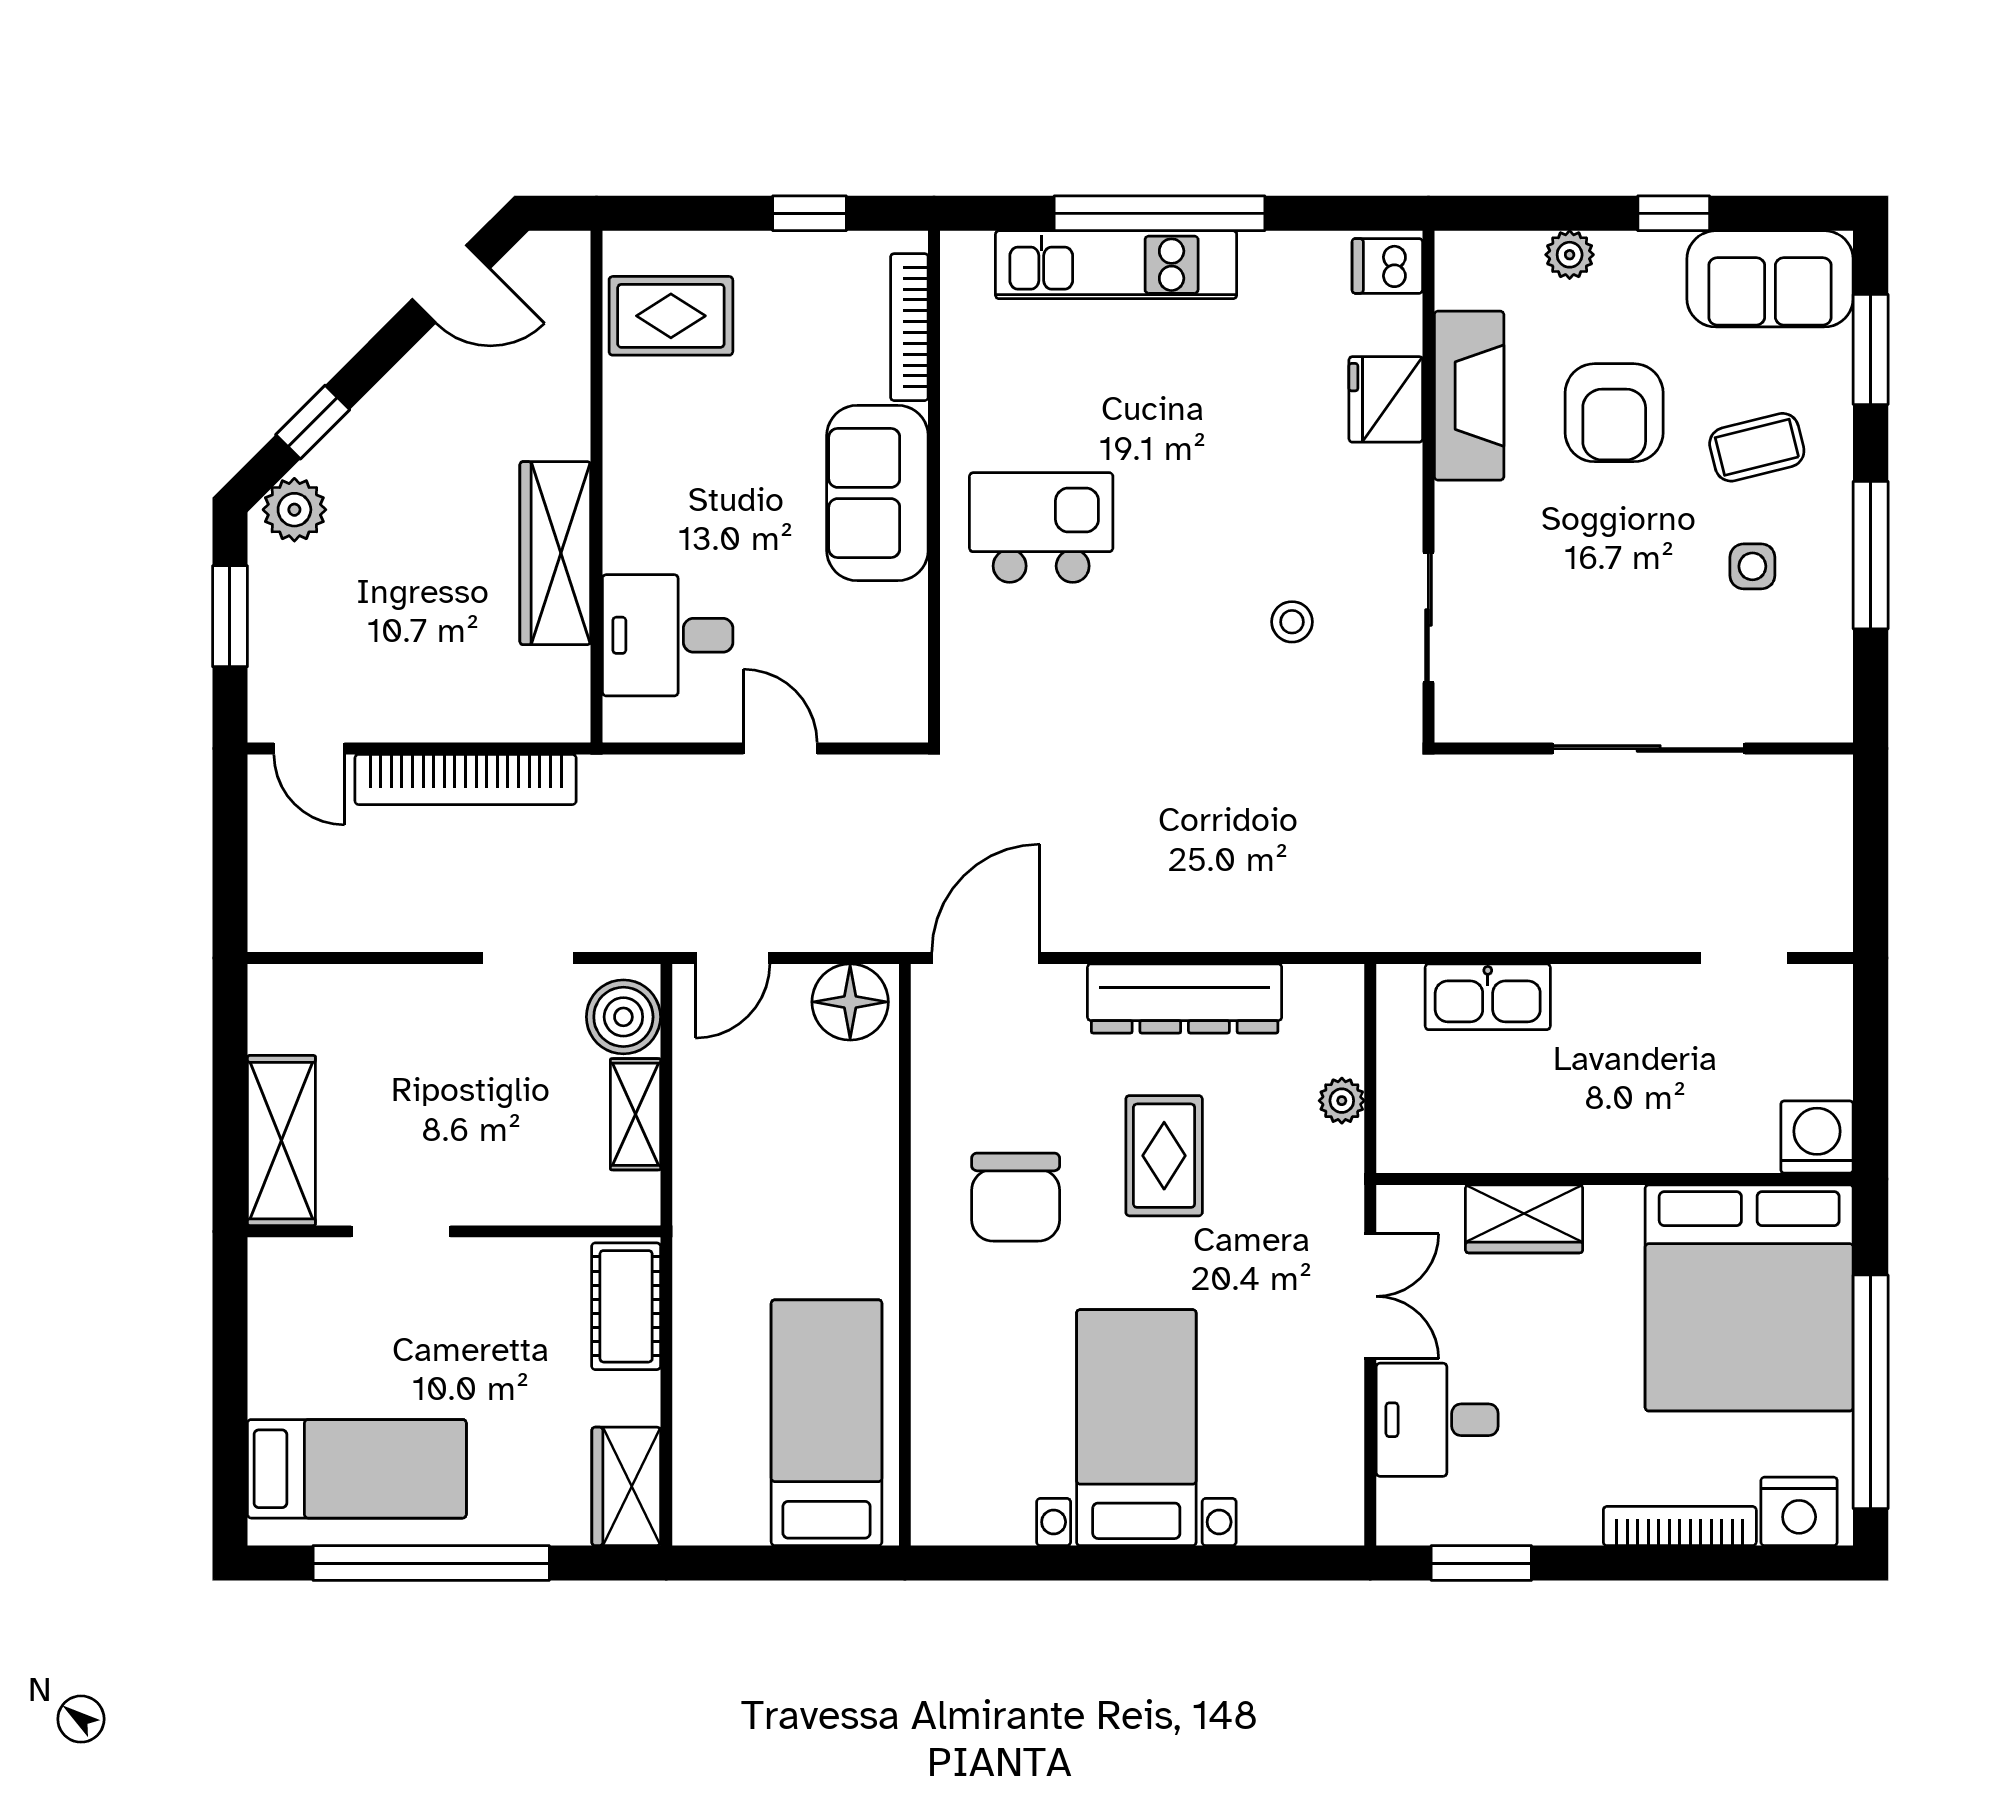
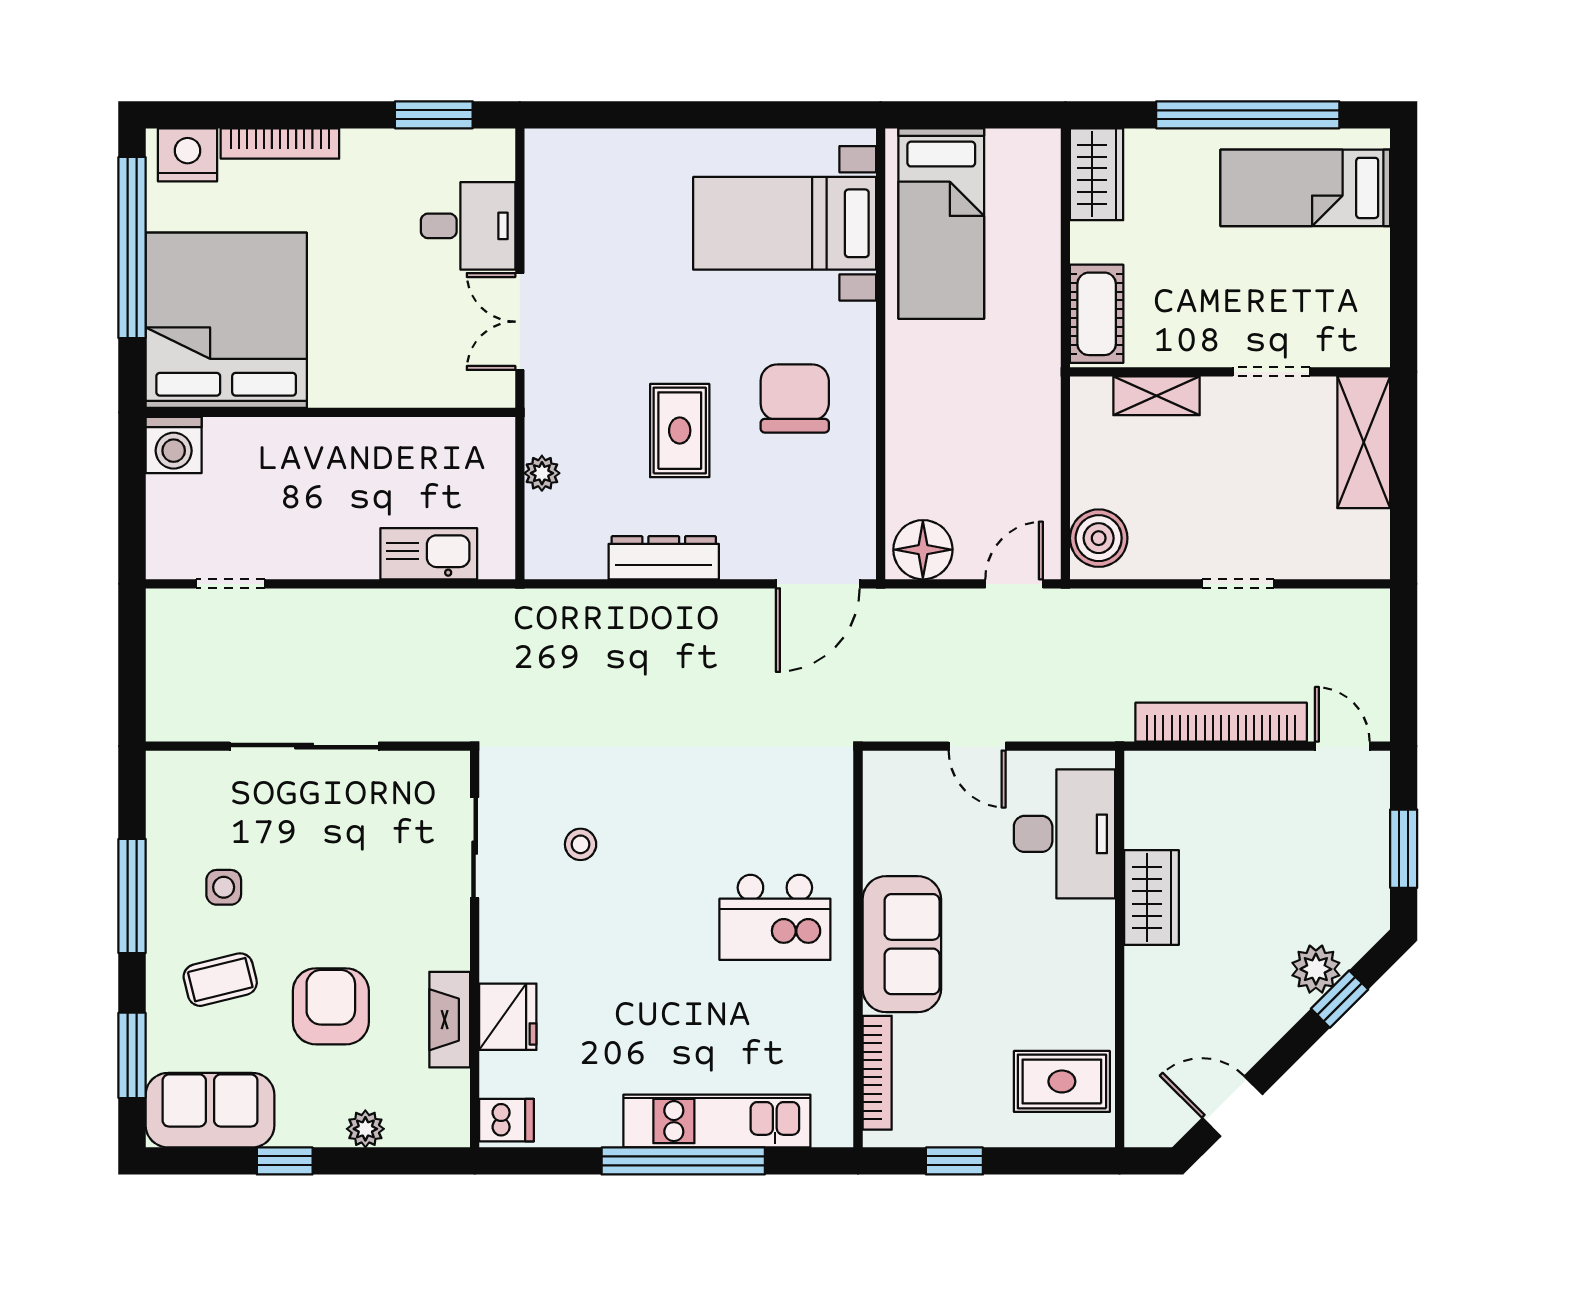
fireplace: (1469, 396) -> (450, 1020), width x0.73, depth x0.76
plant: (294, 510) -> (1316, 969), moved
wardrobe: (555, 553) -> (1151, 898), width x0.67
desk: (668, 635) -> (1064, 834), width x1.37
doorway: (528, 958) -> (1238, 584), moved
dresser: (1185, 998) -> (664, 558), width x0.73, depth x0.80
shelving: (635, 1114) -> (1156, 396), moved, turned 90
wardrobe: (1524, 1219) -> (401, 382), removed
bed with nightstands: (1136, 1428) -> (785, 223), moved, turned 90

